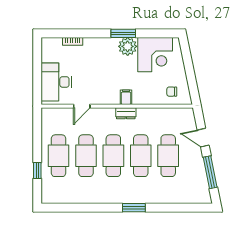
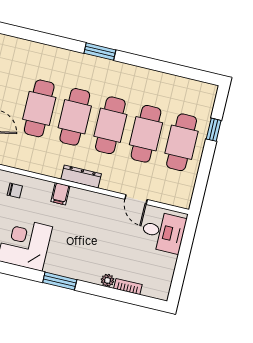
plant: (128, 46) -> (108, 280), moved, width x0.53, depth x0.53
desk: (56, 82) -> (163, 232), width x0.73
filing cabinet: (126, 97) -> (60, 194), moved
door: (82, 106) -> (136, 199), swing flipped
dresser: (126, 113) -> (81, 177), width x1.44

